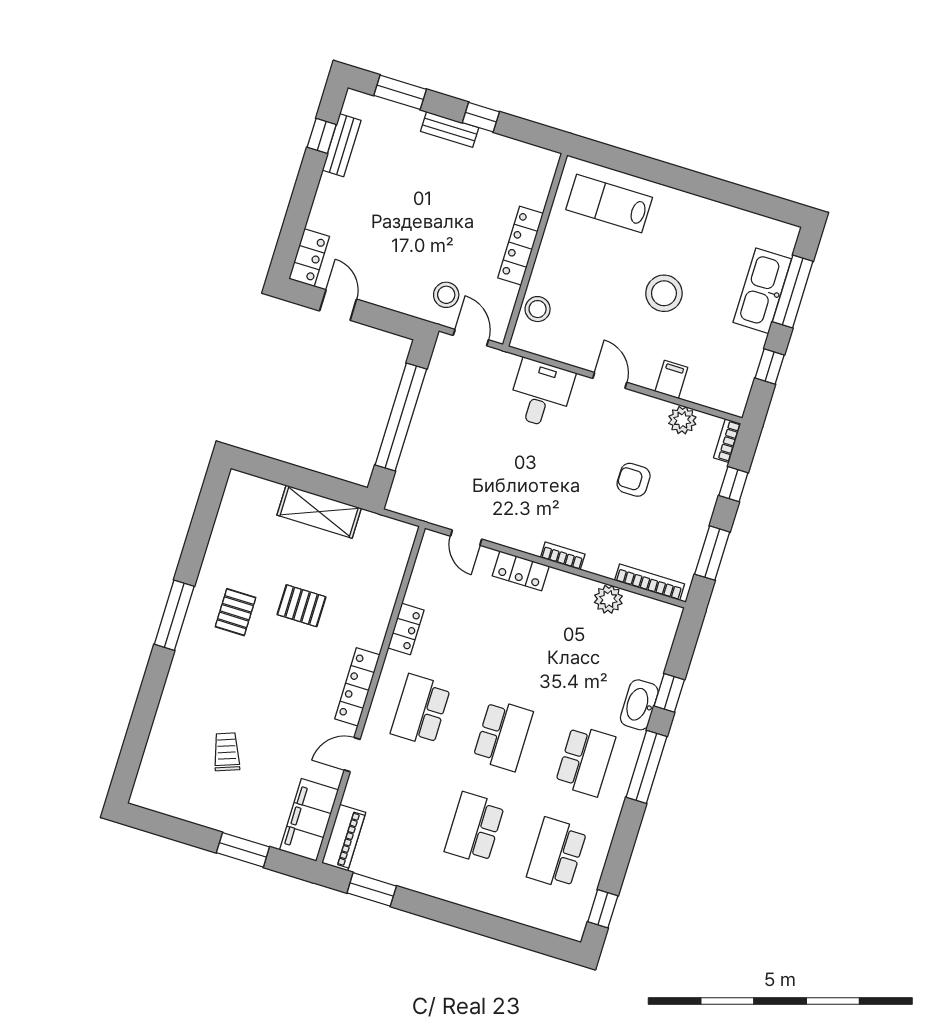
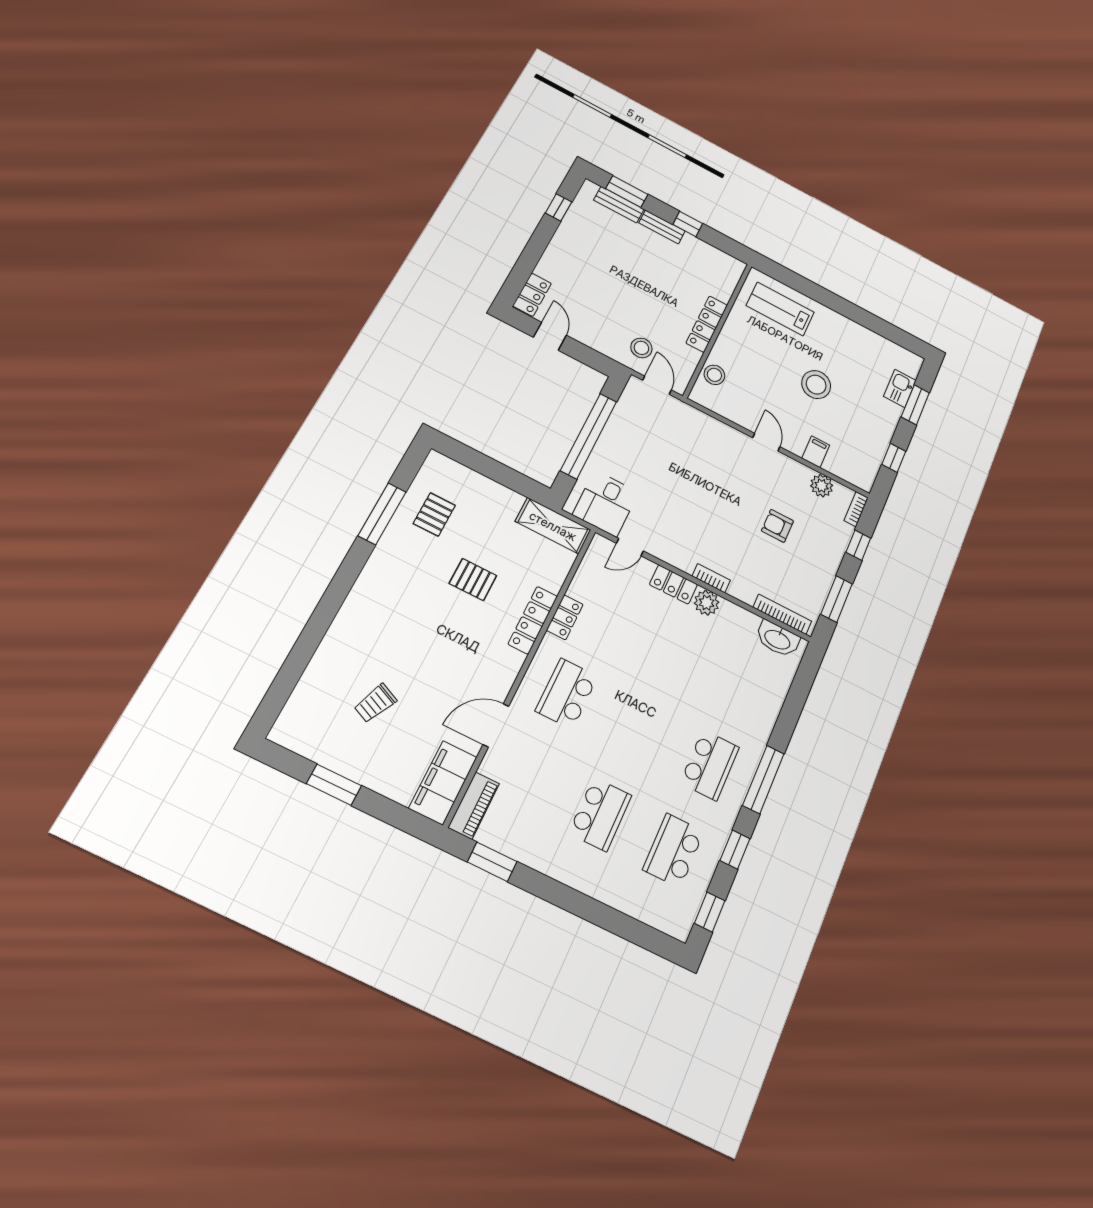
bench: (342, 145) -> (619, 205), moved, turned 90
kitchen sink: (762, 291) -> (900, 388), width x0.53, depth x0.81
window: (793, 292) -> (915, 405), width x0.69
desk: (541, 394) -> (606, 503), moved, turned 180
shelving: (319, 512) -> (553, 526), moved
door: (466, 538) -> (630, 547), hinge flipped
plant: (608, 599) -> (707, 603), moved
pallet: (236, 612) -> (434, 514), moved
window: (174, 615) -> (382, 514), moved
locker: (357, 687) -> (533, 620), moved
window: (669, 693) -> (735, 850), moved
washbasin: (639, 705) -> (778, 639), moved, turned -90
school desk: (503, 735) -> (639, 729), removed
trolley: (227, 752) -> (375, 703), turned -136
door: (352, 755) -> (496, 725), width x1.38
school desk: (474, 828) -> (600, 814), turned 180
window: (243, 850) -> (334, 785), moved

